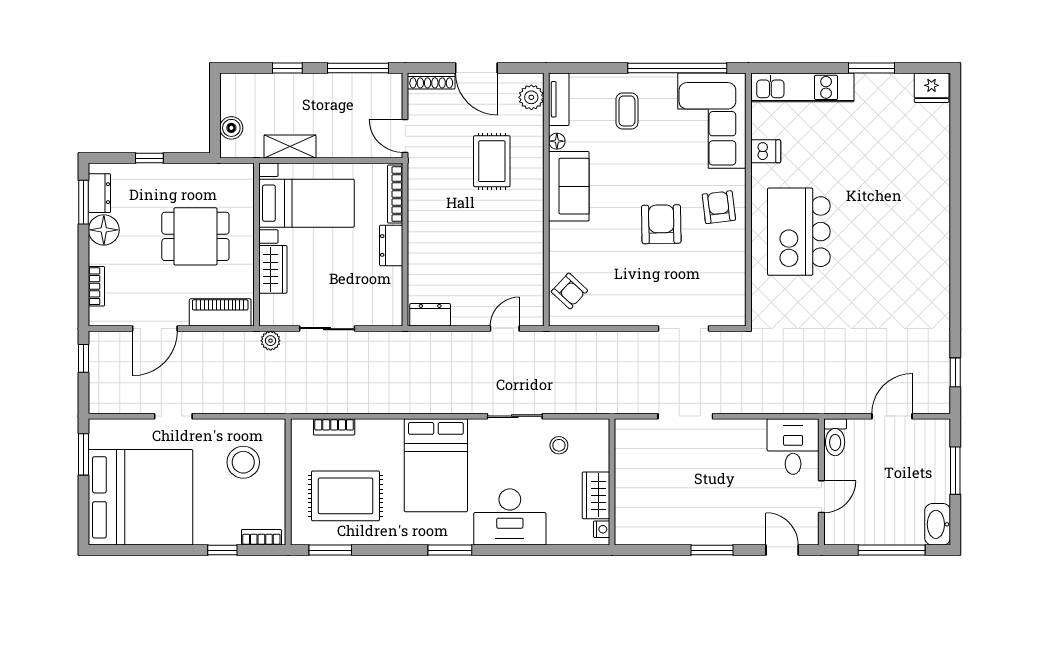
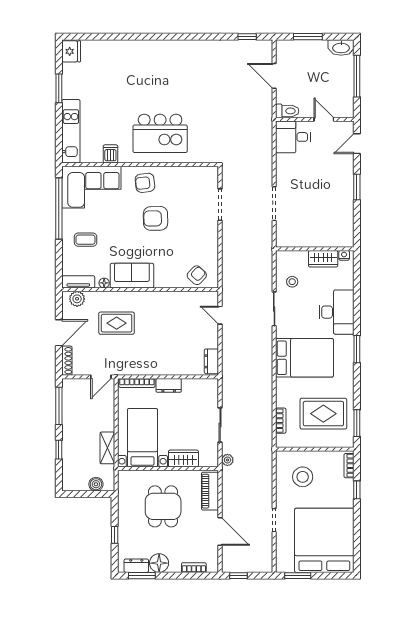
rug: (346, 496) -> (323, 414), turned 90

